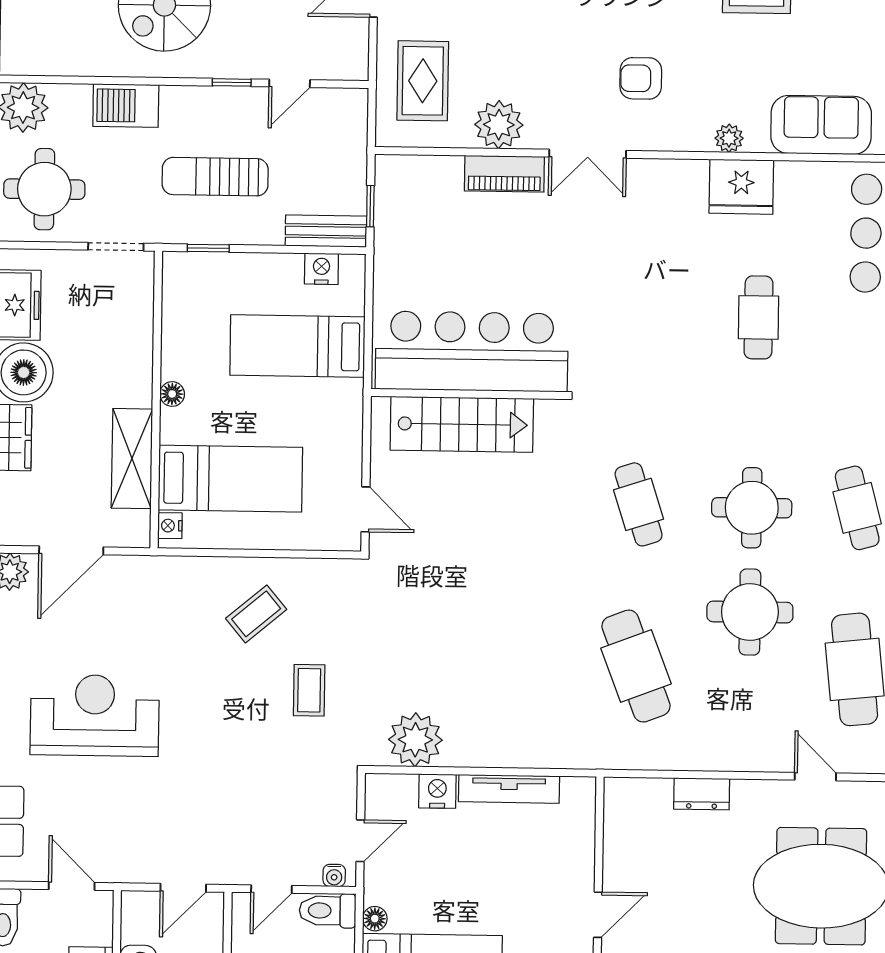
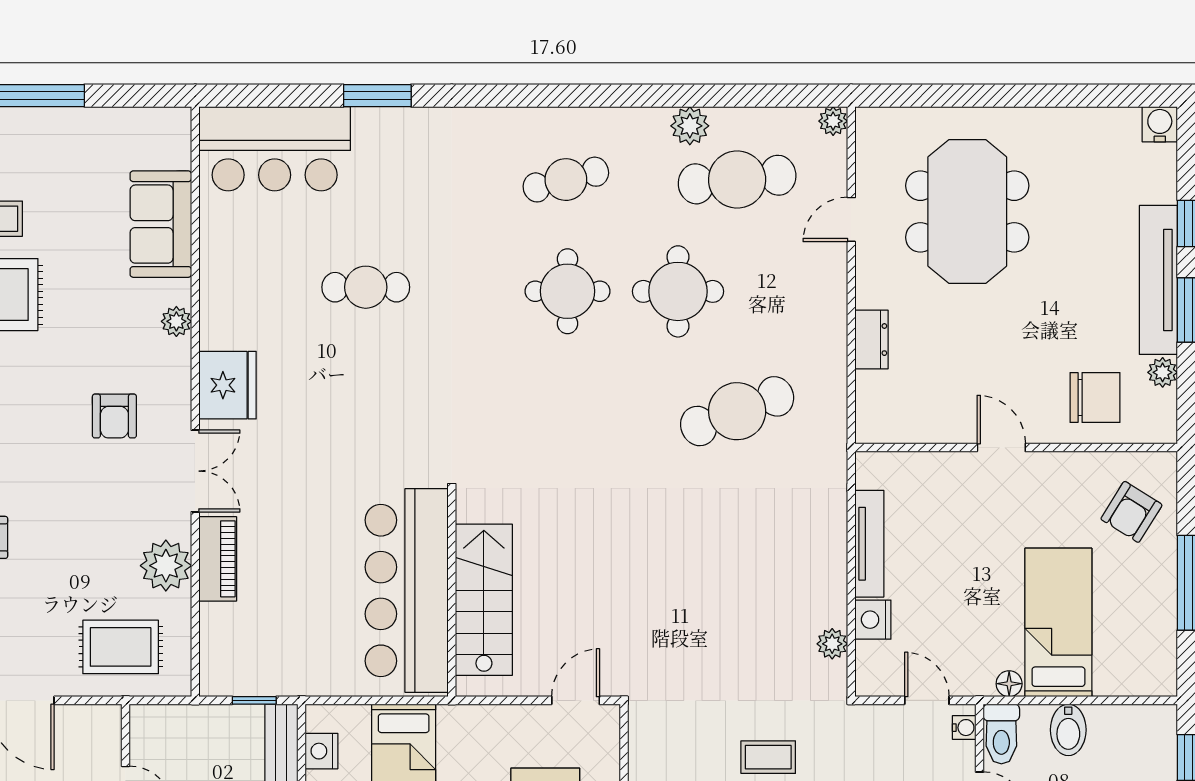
fridge: (741, 187) -> (228, 385), moved
cafe table: (639, 504) -> (566, 411), removed
plant: (415, 740) -> (832, 644), width x0.53, depth x0.53

